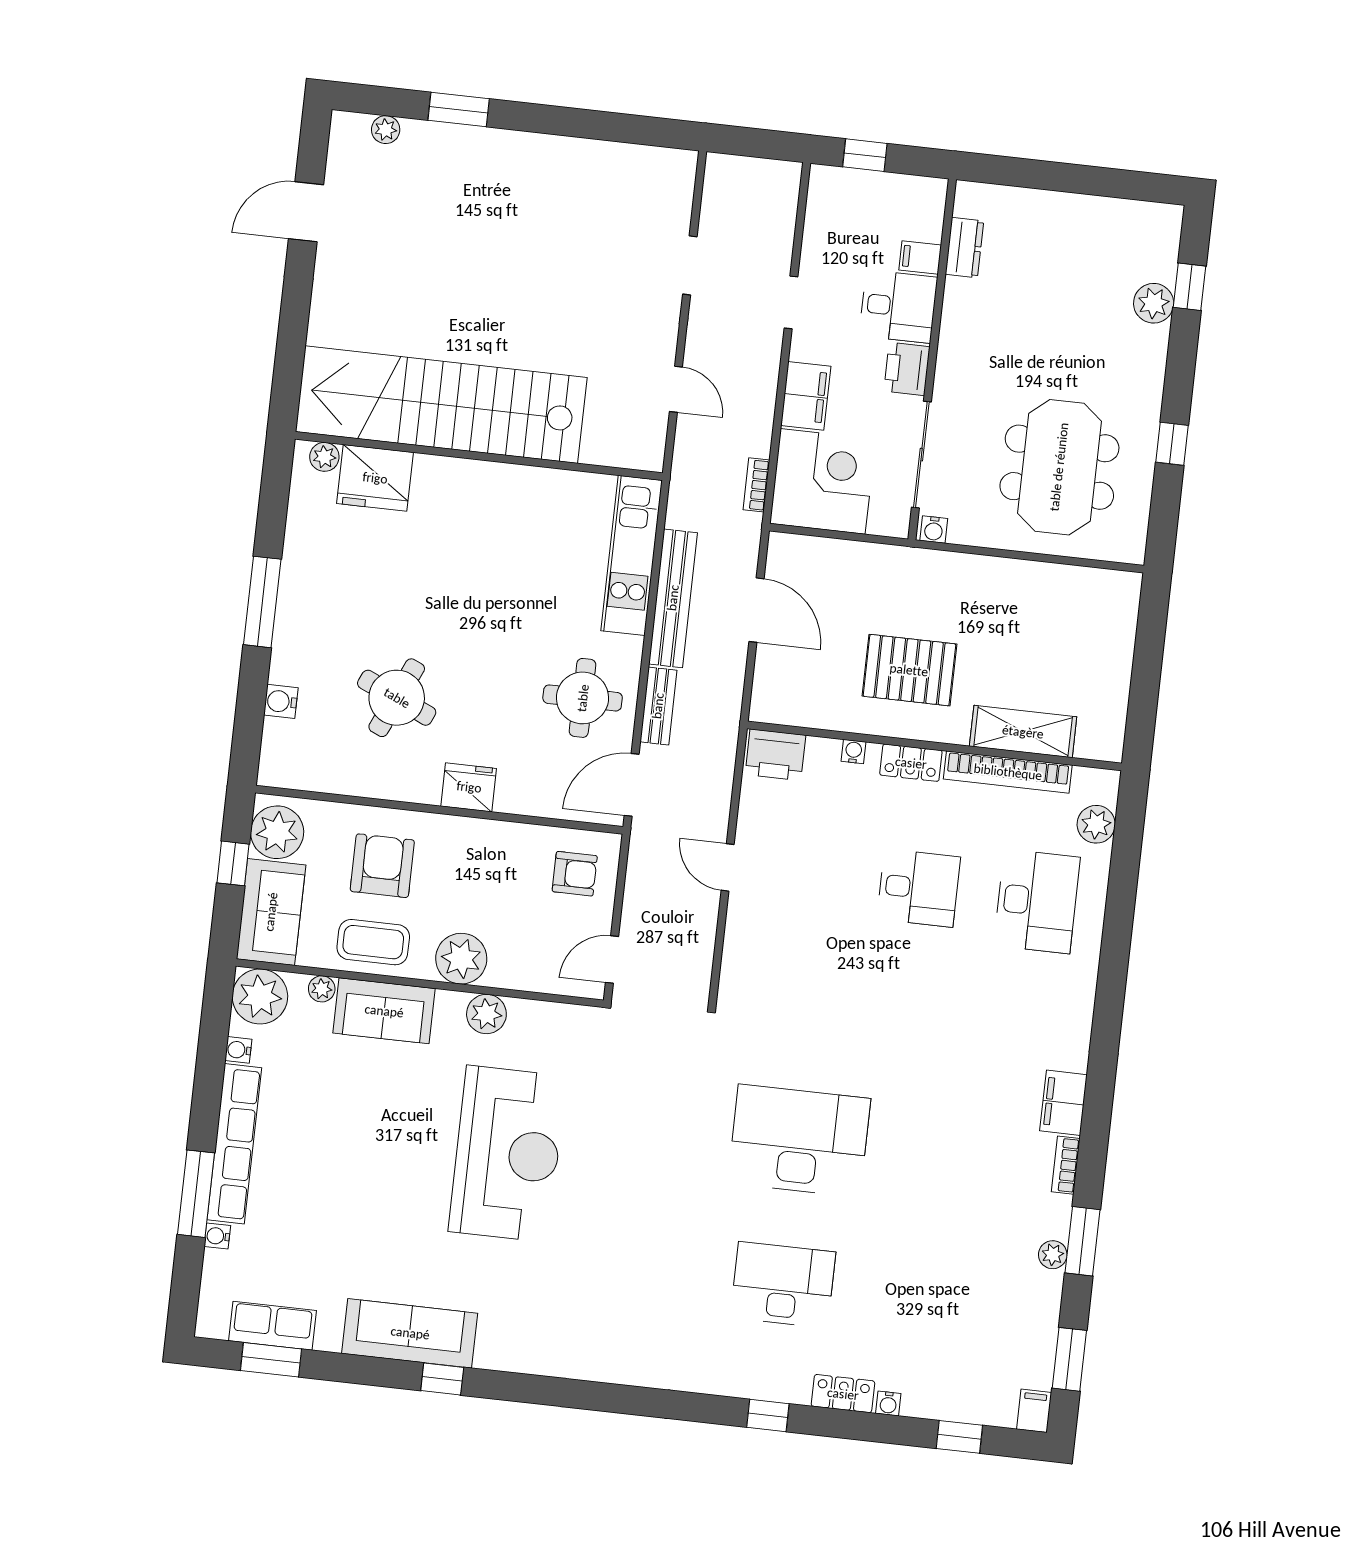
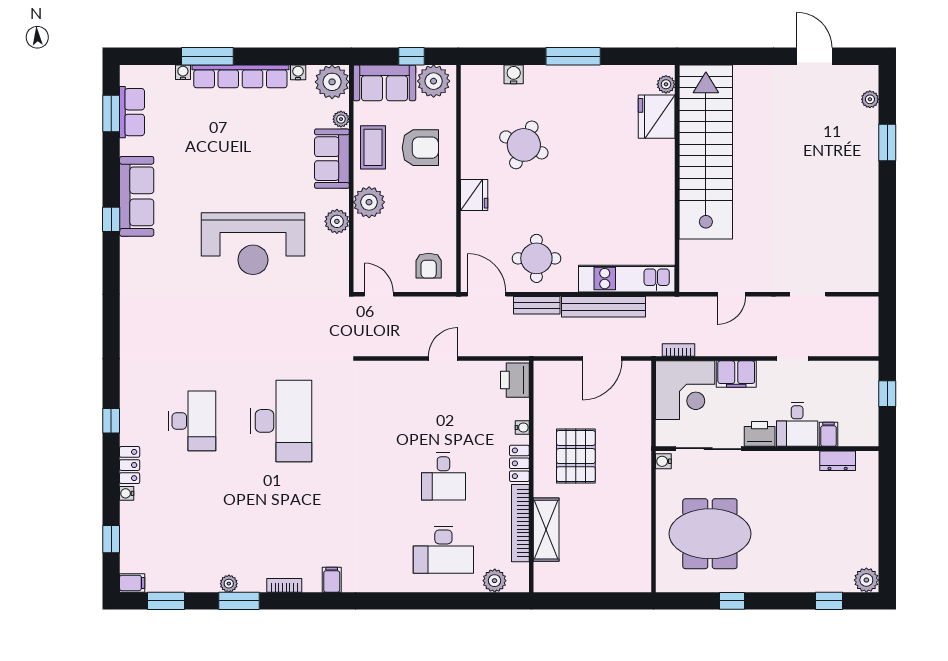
plant: (1154, 303) -> (866, 580), moved
filing cabinet: (1063, 1103) -> (332, 580), width x0.50

